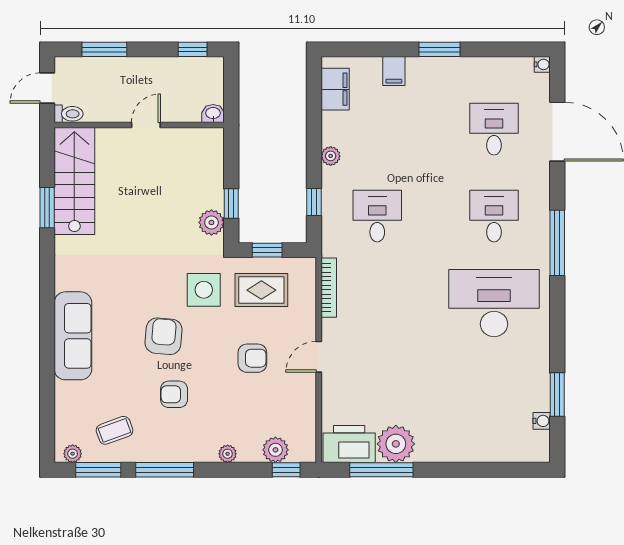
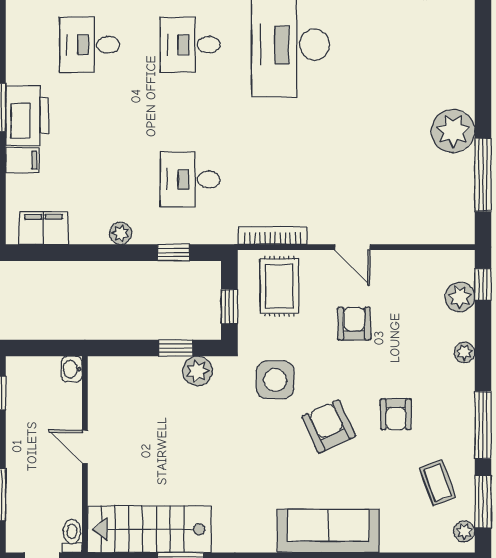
rug: (261, 290) -> (279, 286), moved
armchair: (164, 336) -> (329, 426), turned 60
printer: (349, 444) -> (27, 116), moved, turned 180
plant: (396, 444) -> (453, 131), moved

